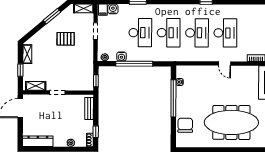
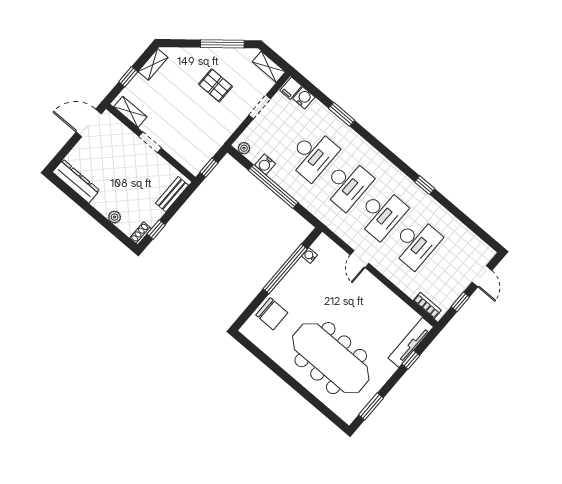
window: (52, 16) -> (222, 44), width x1.44
door: (225, 64) -> (360, 259), moved
chair: (185, 125) -> (272, 314), turned 90

